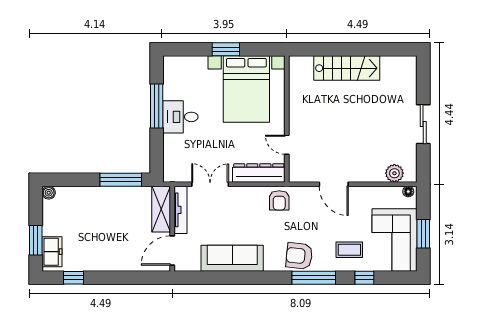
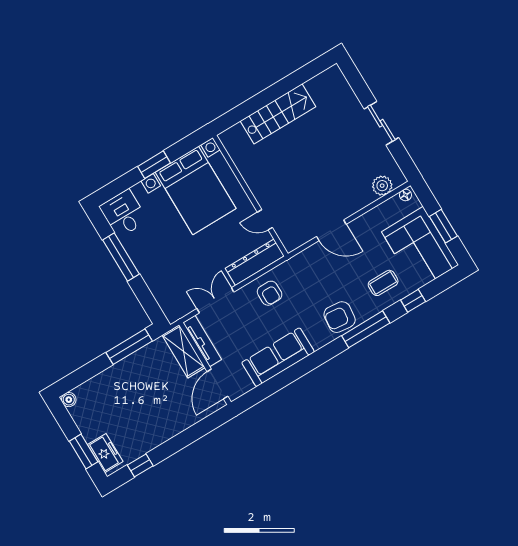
desk: (180, 117) -> (124, 214), moved, turned 90
armchair: (279, 200) -> (270, 293), moved

